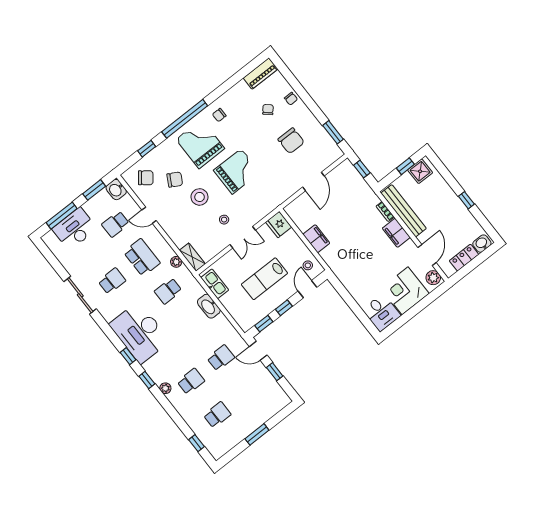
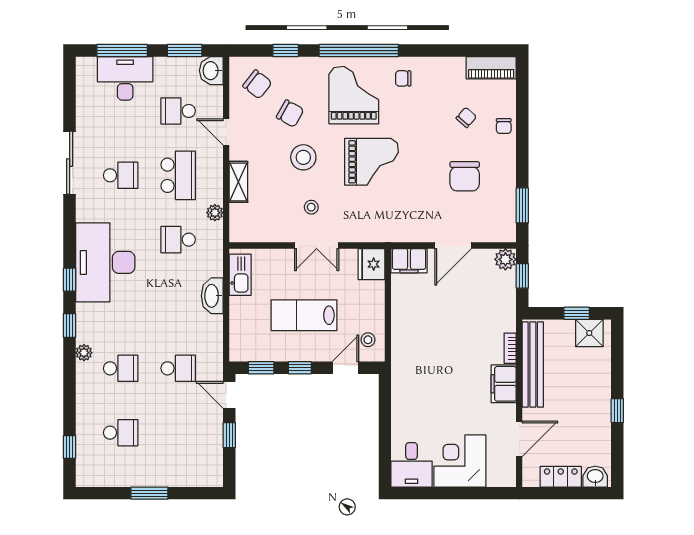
filing cabinet: (316, 239) -> (409, 261), moved, turned 90
shelving: (192, 257) -> (238, 182), moved
plant: (433, 278) -> (505, 259), moved

